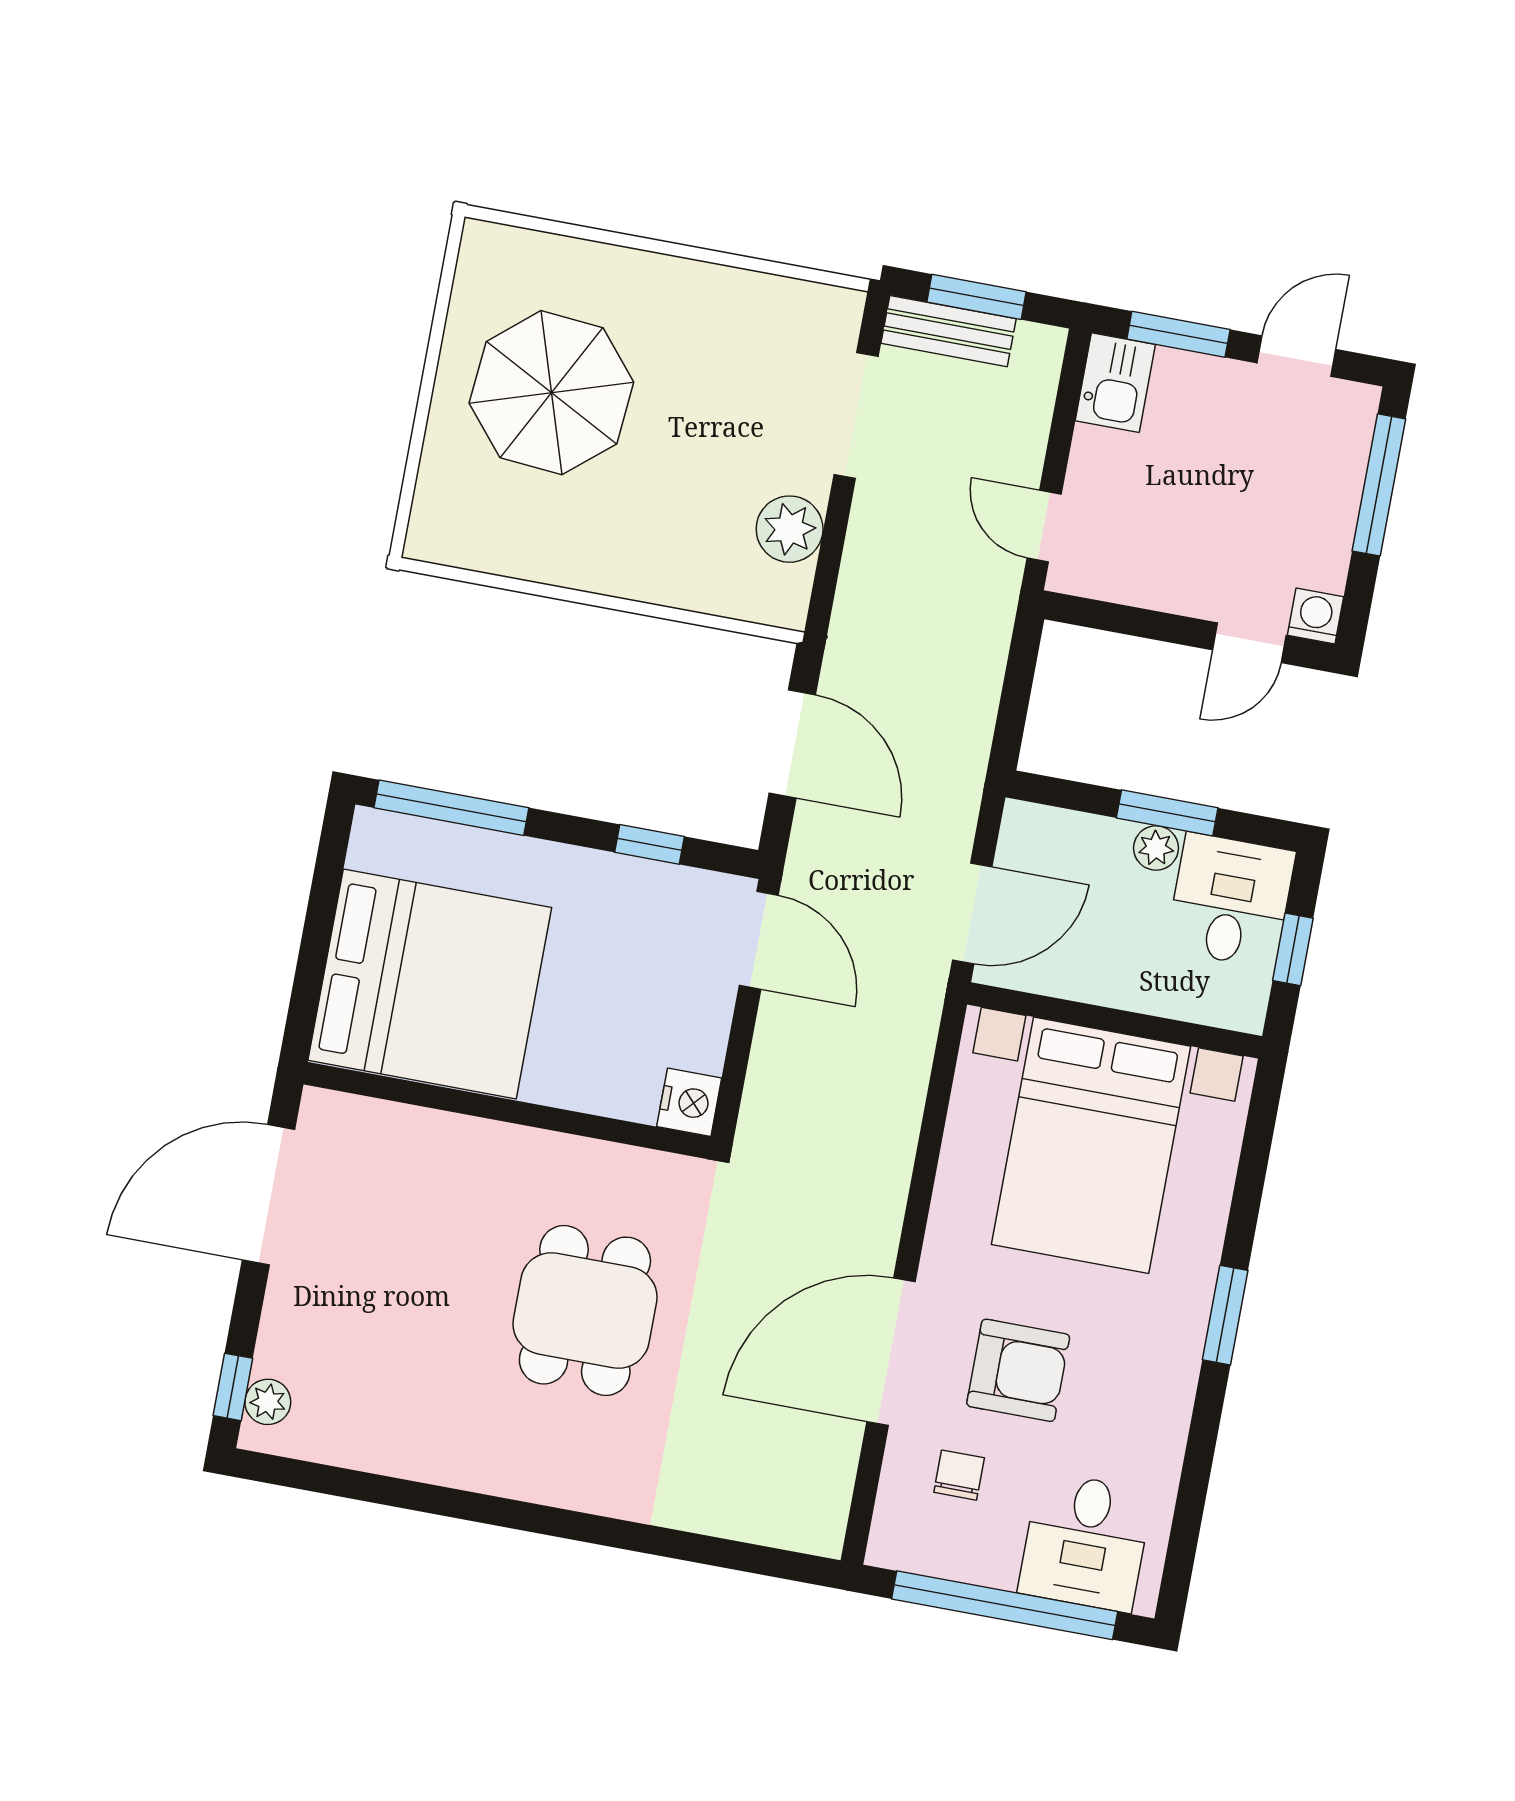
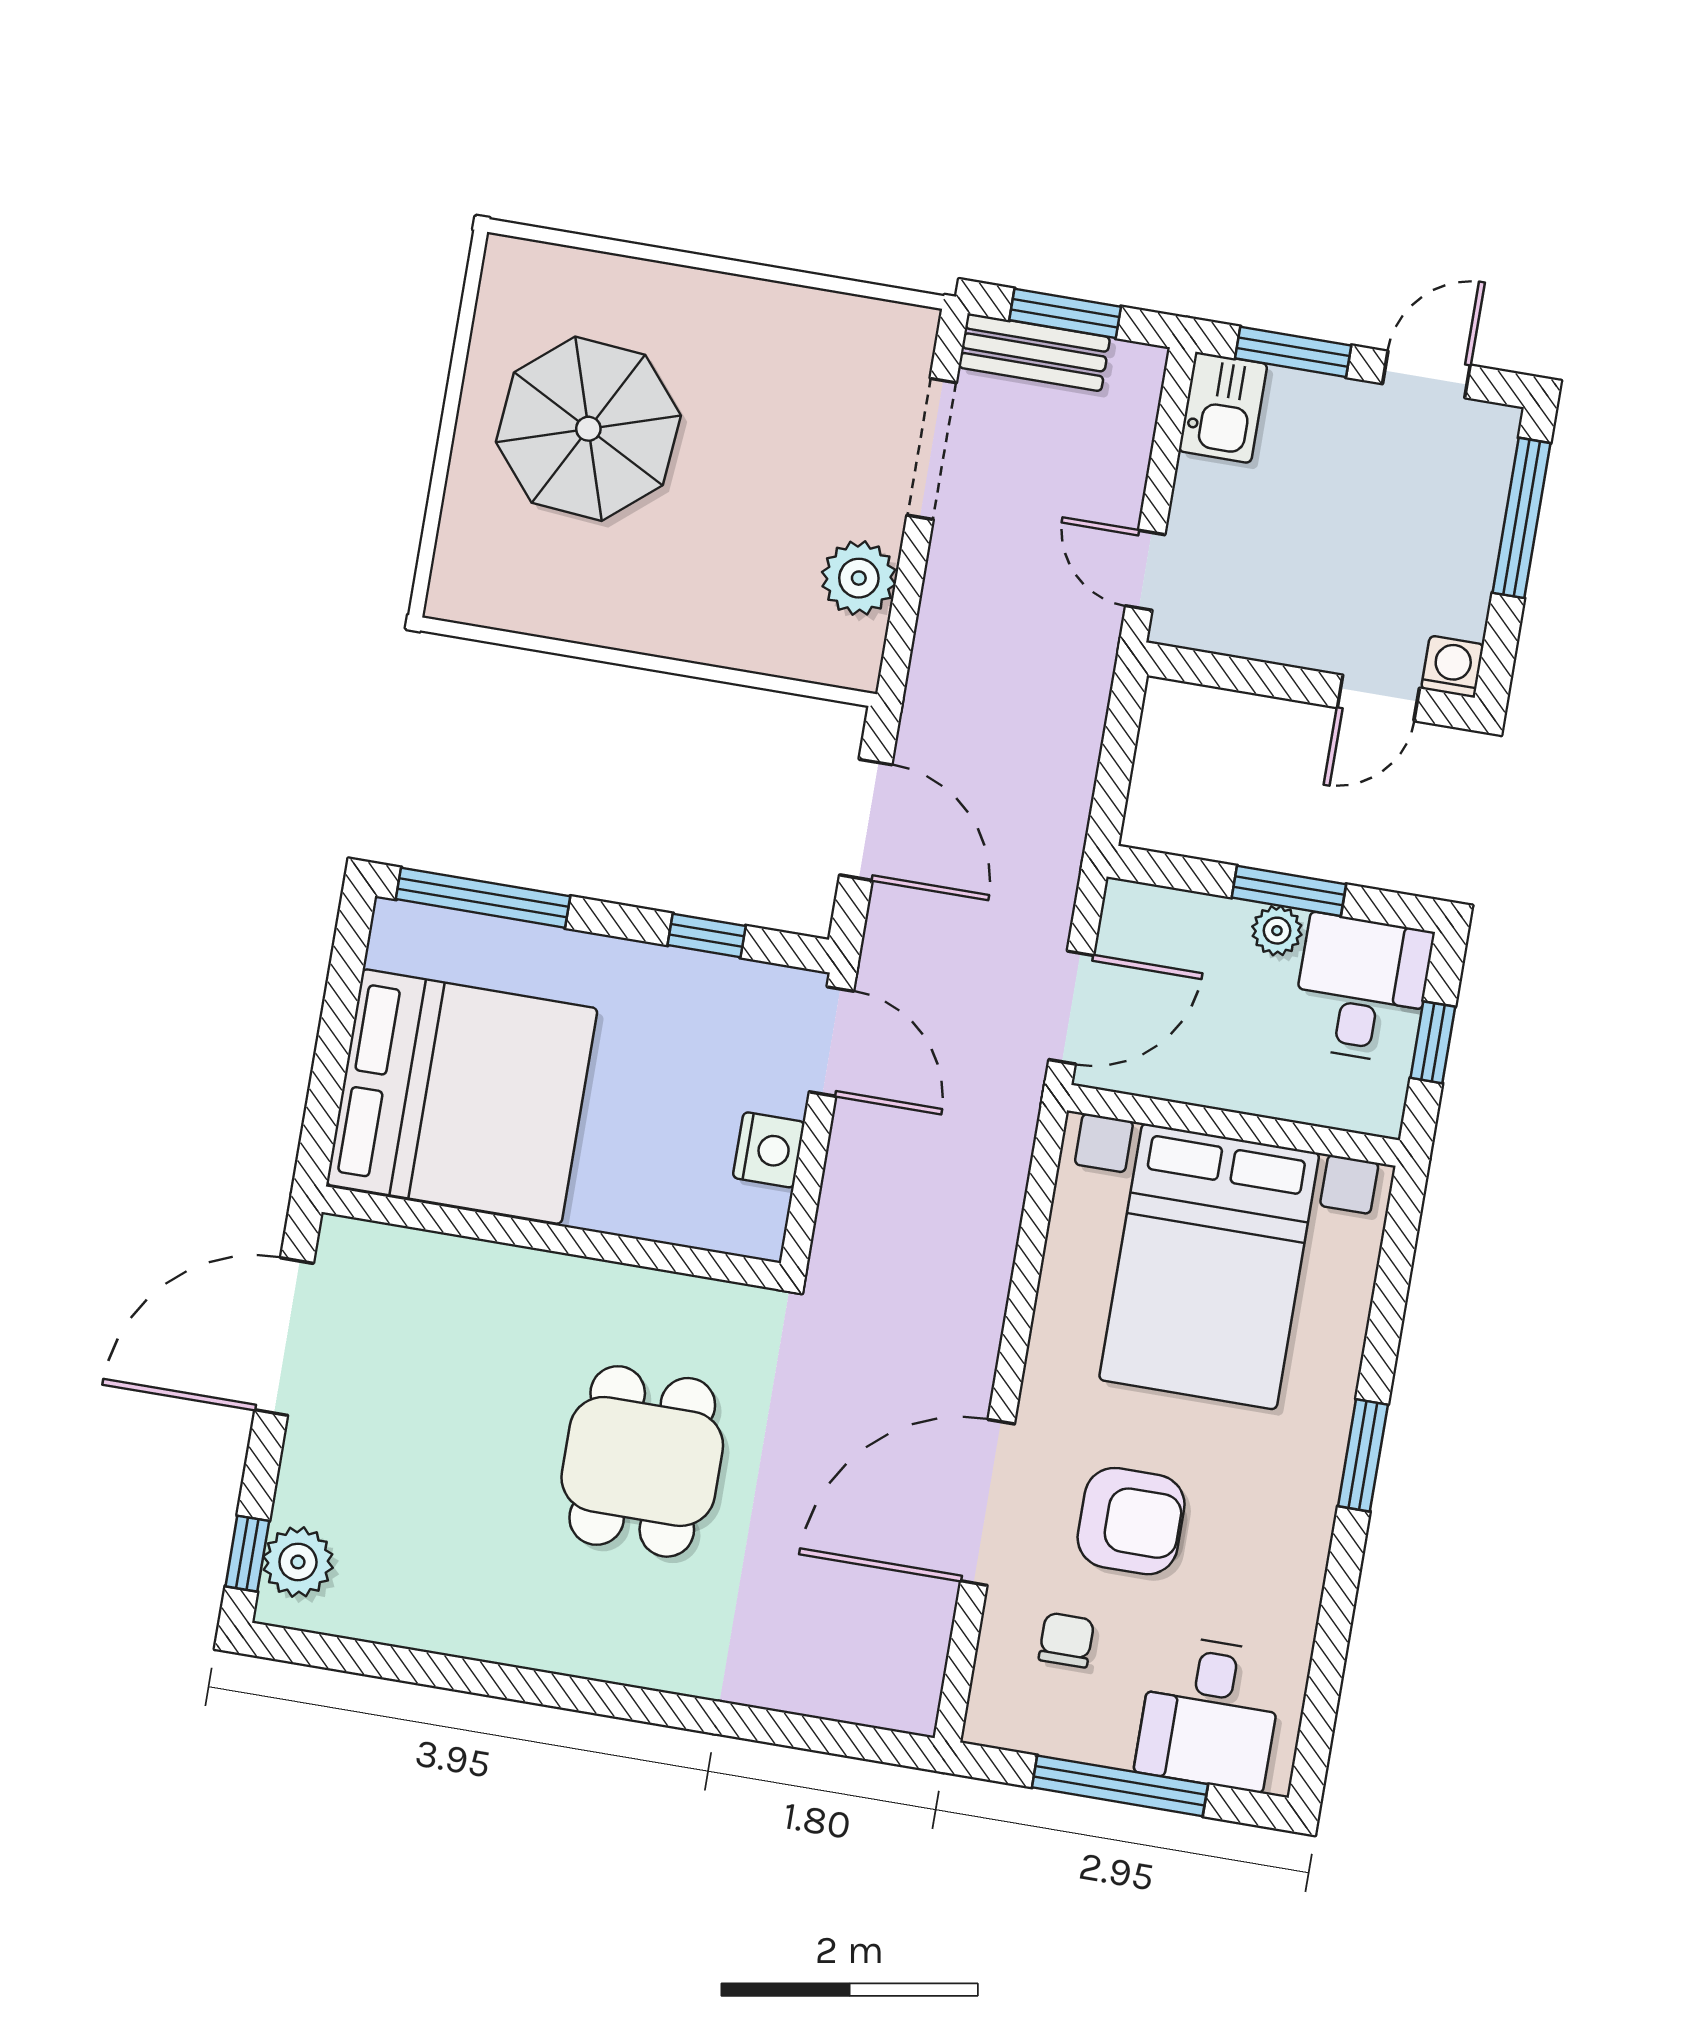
nightstand: (689, 1102) -> (769, 1150), moved
plant: (268, 1402) -> (298, 1562), width x1.38, depth x1.38
window: (1005, 1605) -> (1120, 1786), width x0.68

